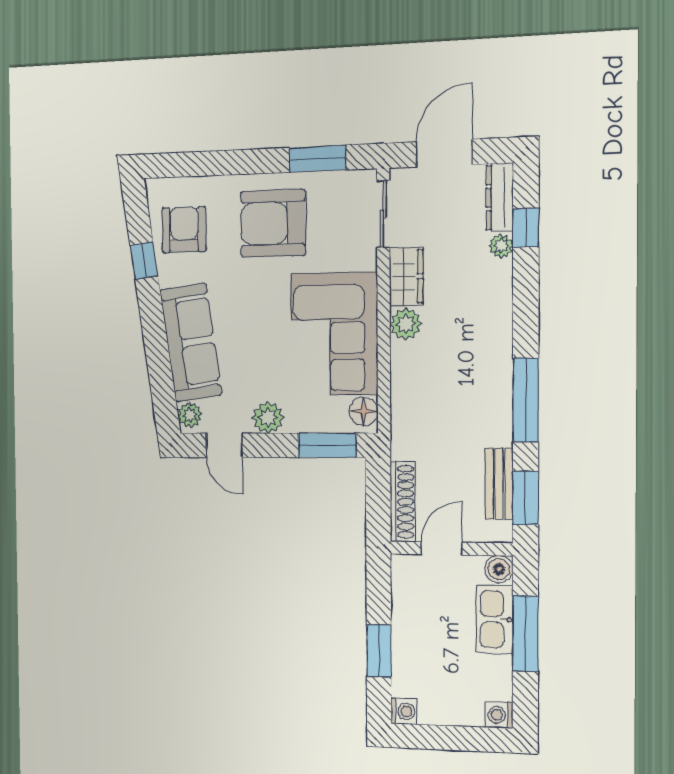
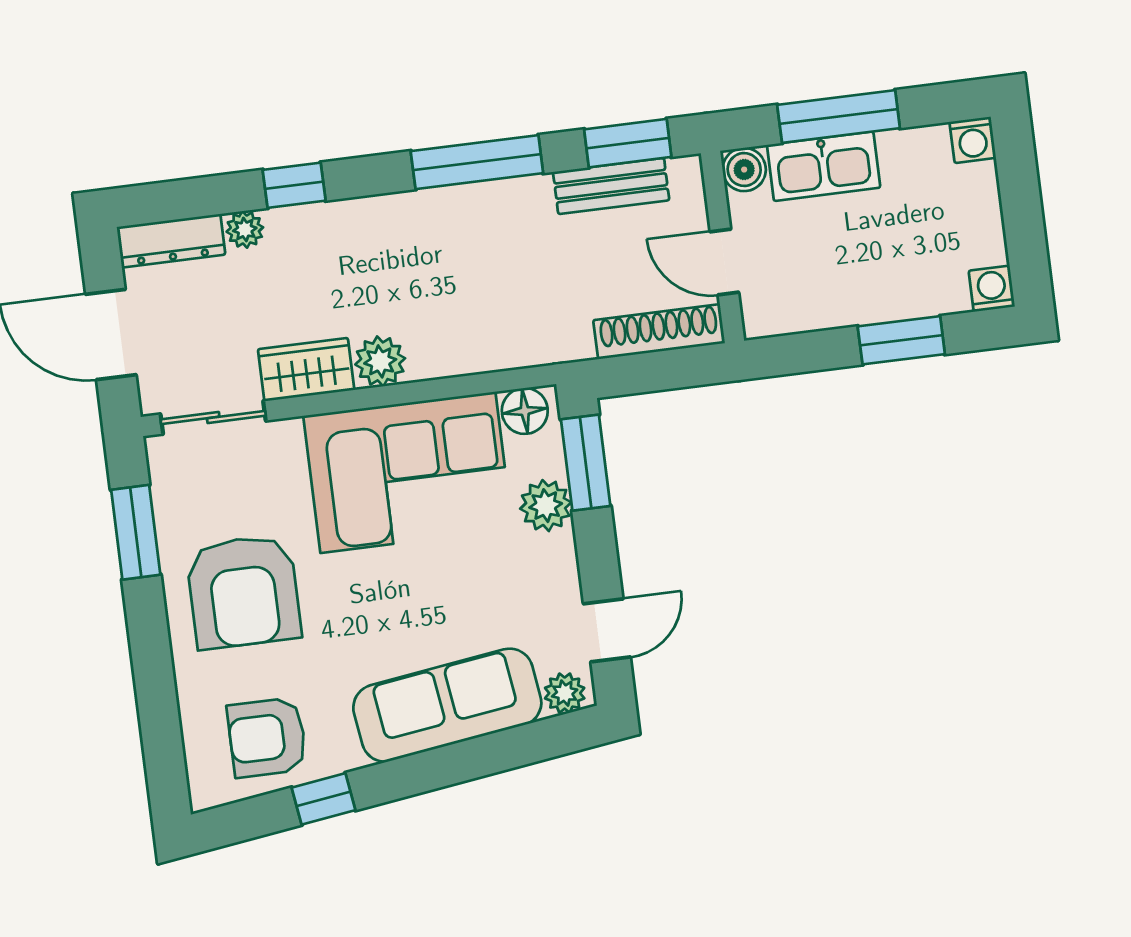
window: (526, 228) -> (294, 185), moved
plant: (268, 418) -> (546, 506), moved

